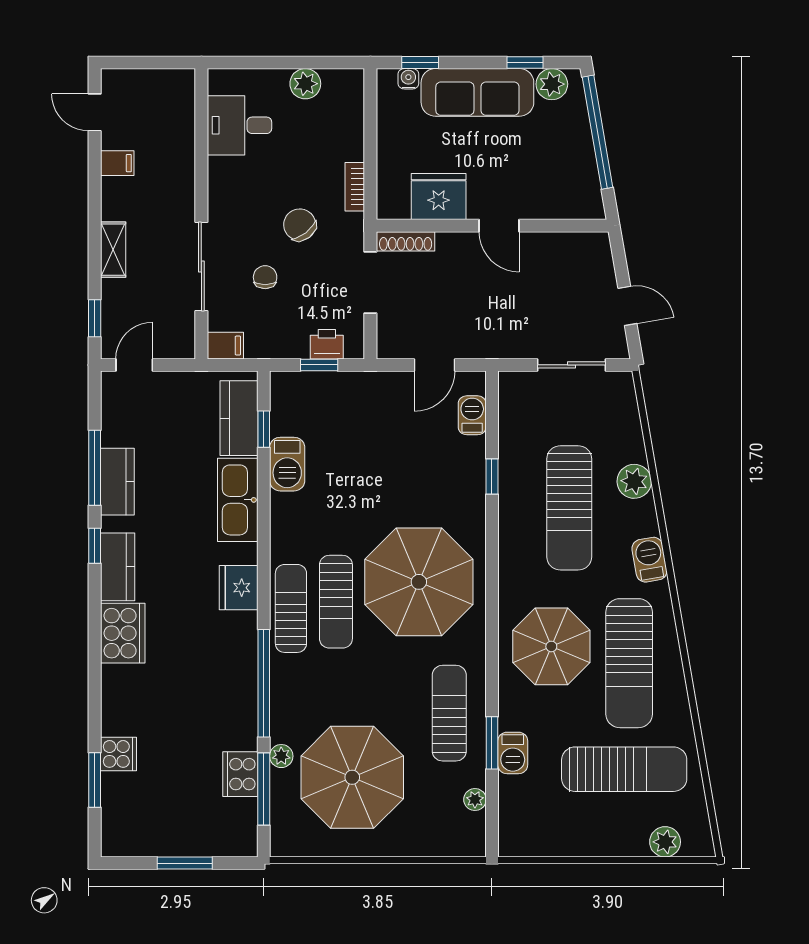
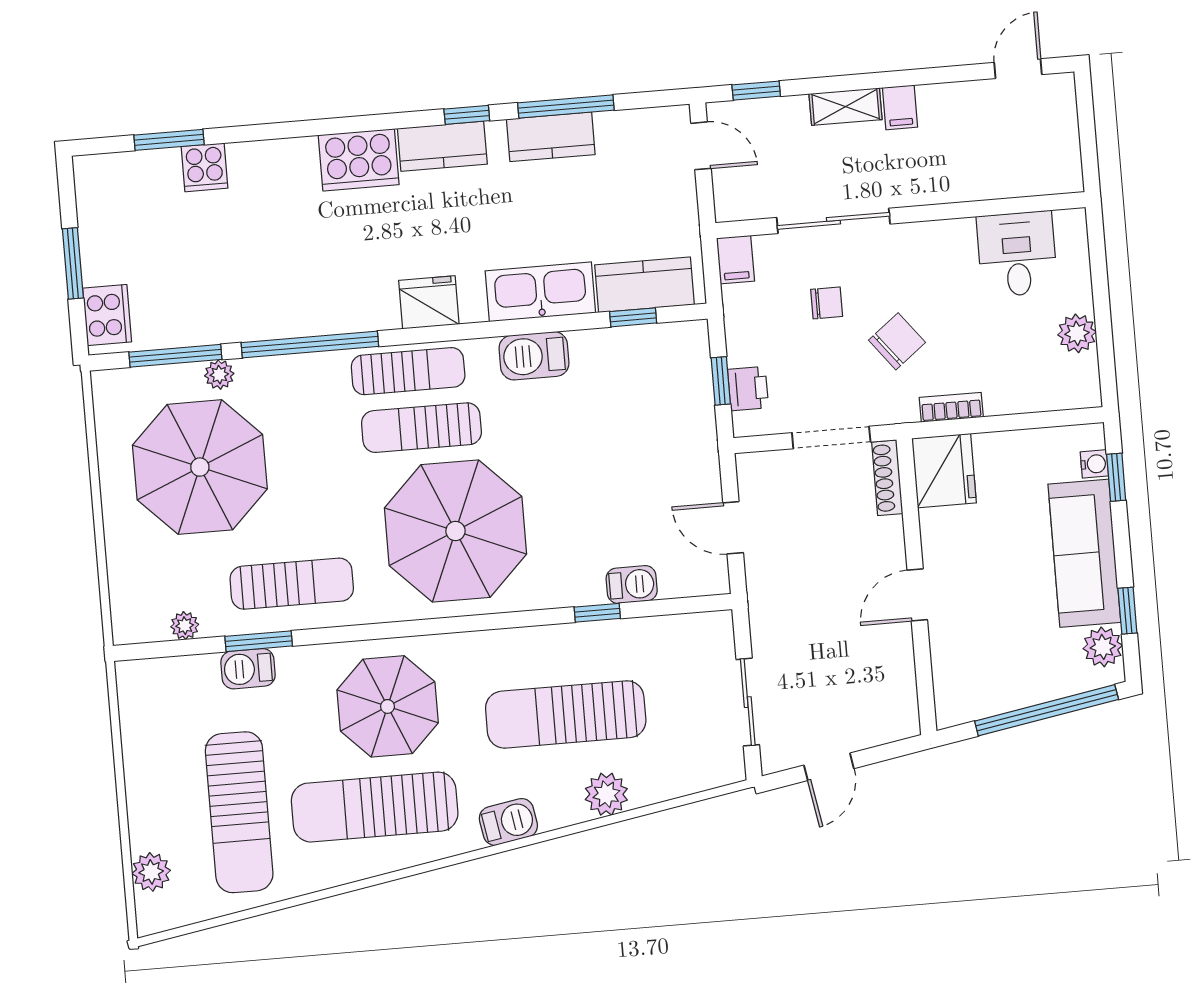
filing cabinet: (117, 163) -> (900, 107), moved
fridge: (439, 196) -> (944, 471), moved
barbecue: (472, 415) -> (632, 584), moved
barbecue: (287, 464) -> (534, 356), moved
cooker: (240, 774) -> (107, 315), moved, turned 90

